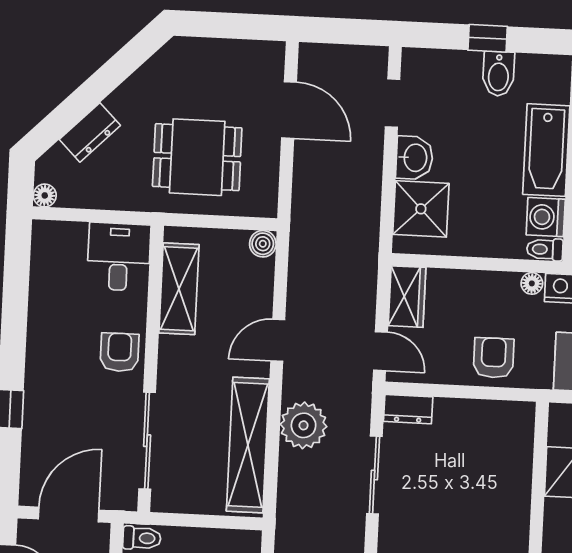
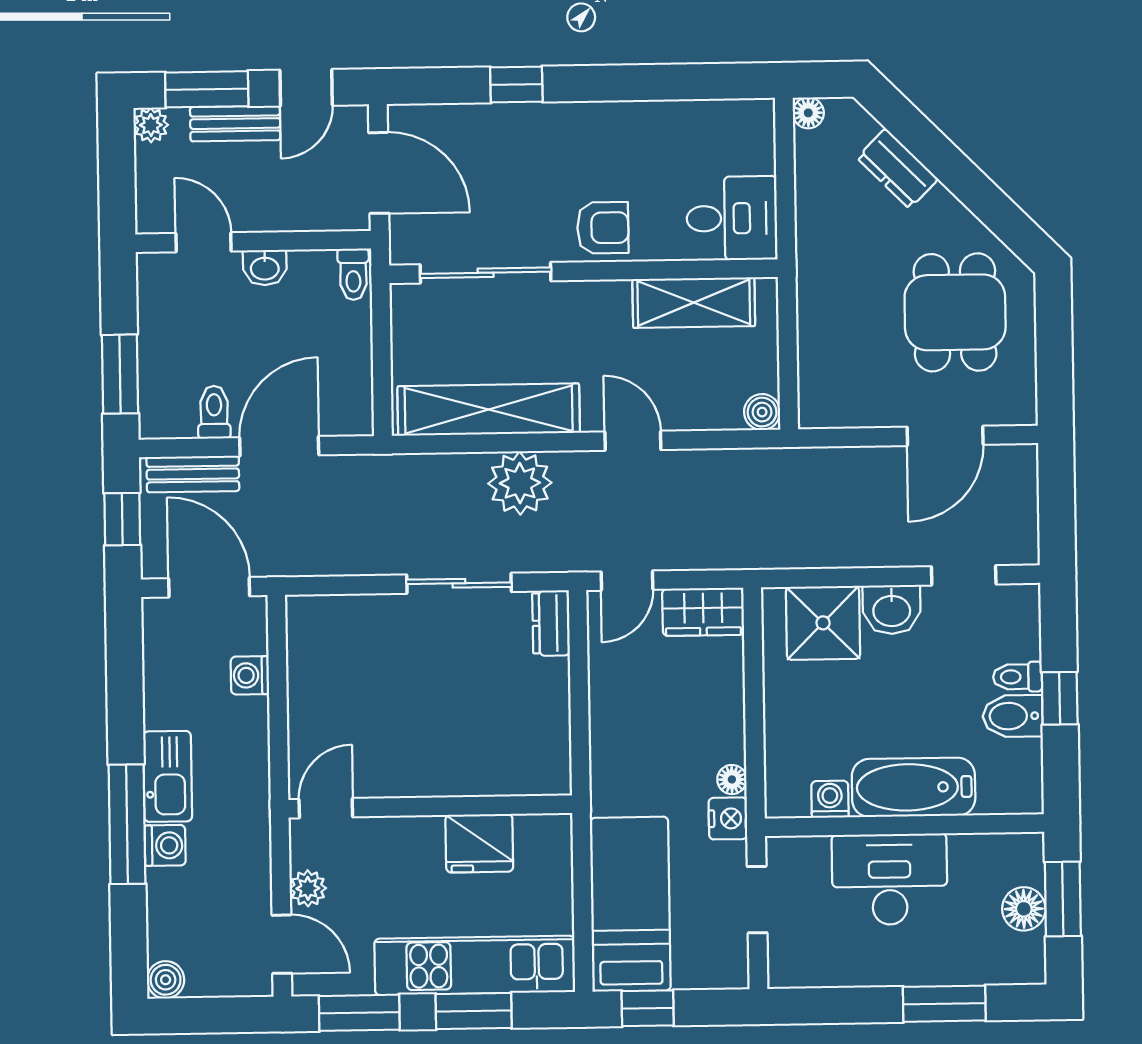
dining table: (197, 157) -> (955, 312), moved
washing machine: (546, 217) -> (830, 799), width x0.73, depth x0.73
toilet: (545, 249) -> (1018, 677), moved, turned -90
armchair: (494, 358) -> (628, 734), removed

